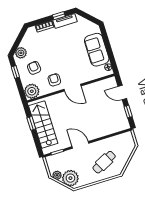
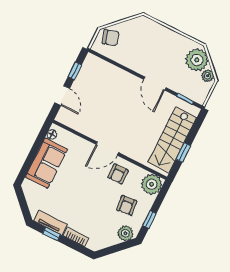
door: (72, 88) -> (107, 149), swing flipped
chair: (126, 147) -> (111, 38), added
cafe table: (104, 162) -> (148, 43), removed

